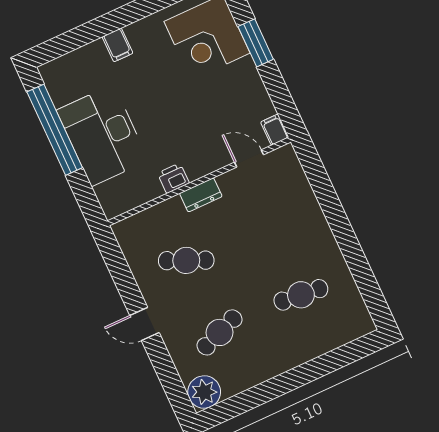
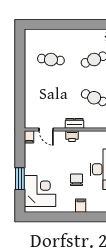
chair: (148, 90) -> (77, 180), added
printer: (173, 178) -> (72, 136), moved

